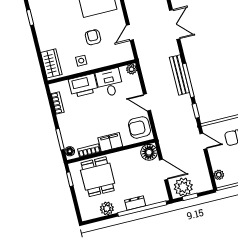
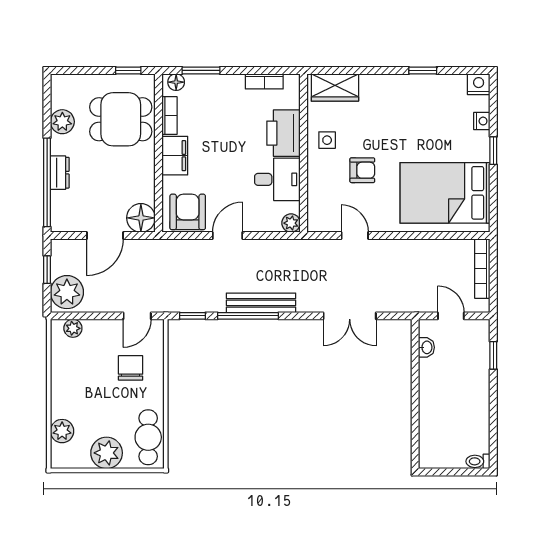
plant: (183, 187) -> (67, 292), moved

